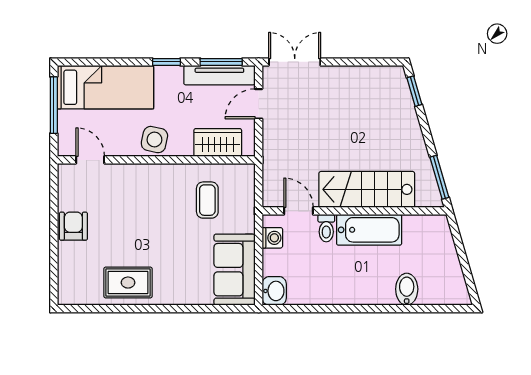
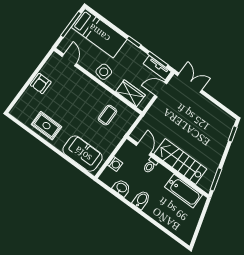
tv unit: (219, 75) -> (157, 68), width x0.71
armchair: (73, 226) -> (41, 84), turned 180
bathtub: (369, 230) -> (184, 191), moved
washing machine: (272, 238) -> (115, 164), moved
sofa: (235, 270) -> (83, 154), moved, turned 90
bidet: (407, 289) -> (141, 200), moved
washbasin: (274, 291) -> (121, 188), moved, turned -90

